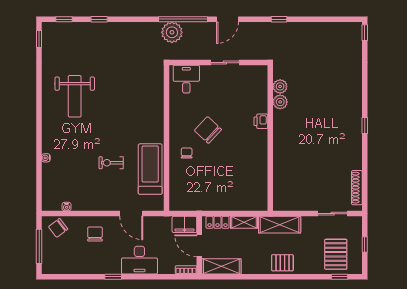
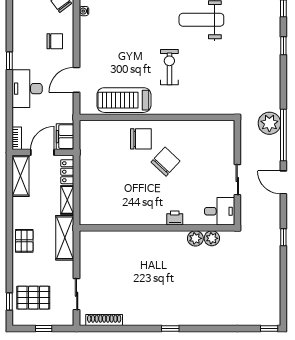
desk: (186, 79) -> (220, 211), moved
chair: (187, 153) -> (141, 139), width x1.87, depth x1.87
exercise bike: (111, 163) -> (169, 67), moved, width x1.38, depth x1.39
treadmill: (150, 169) -> (124, 100), turned 180

